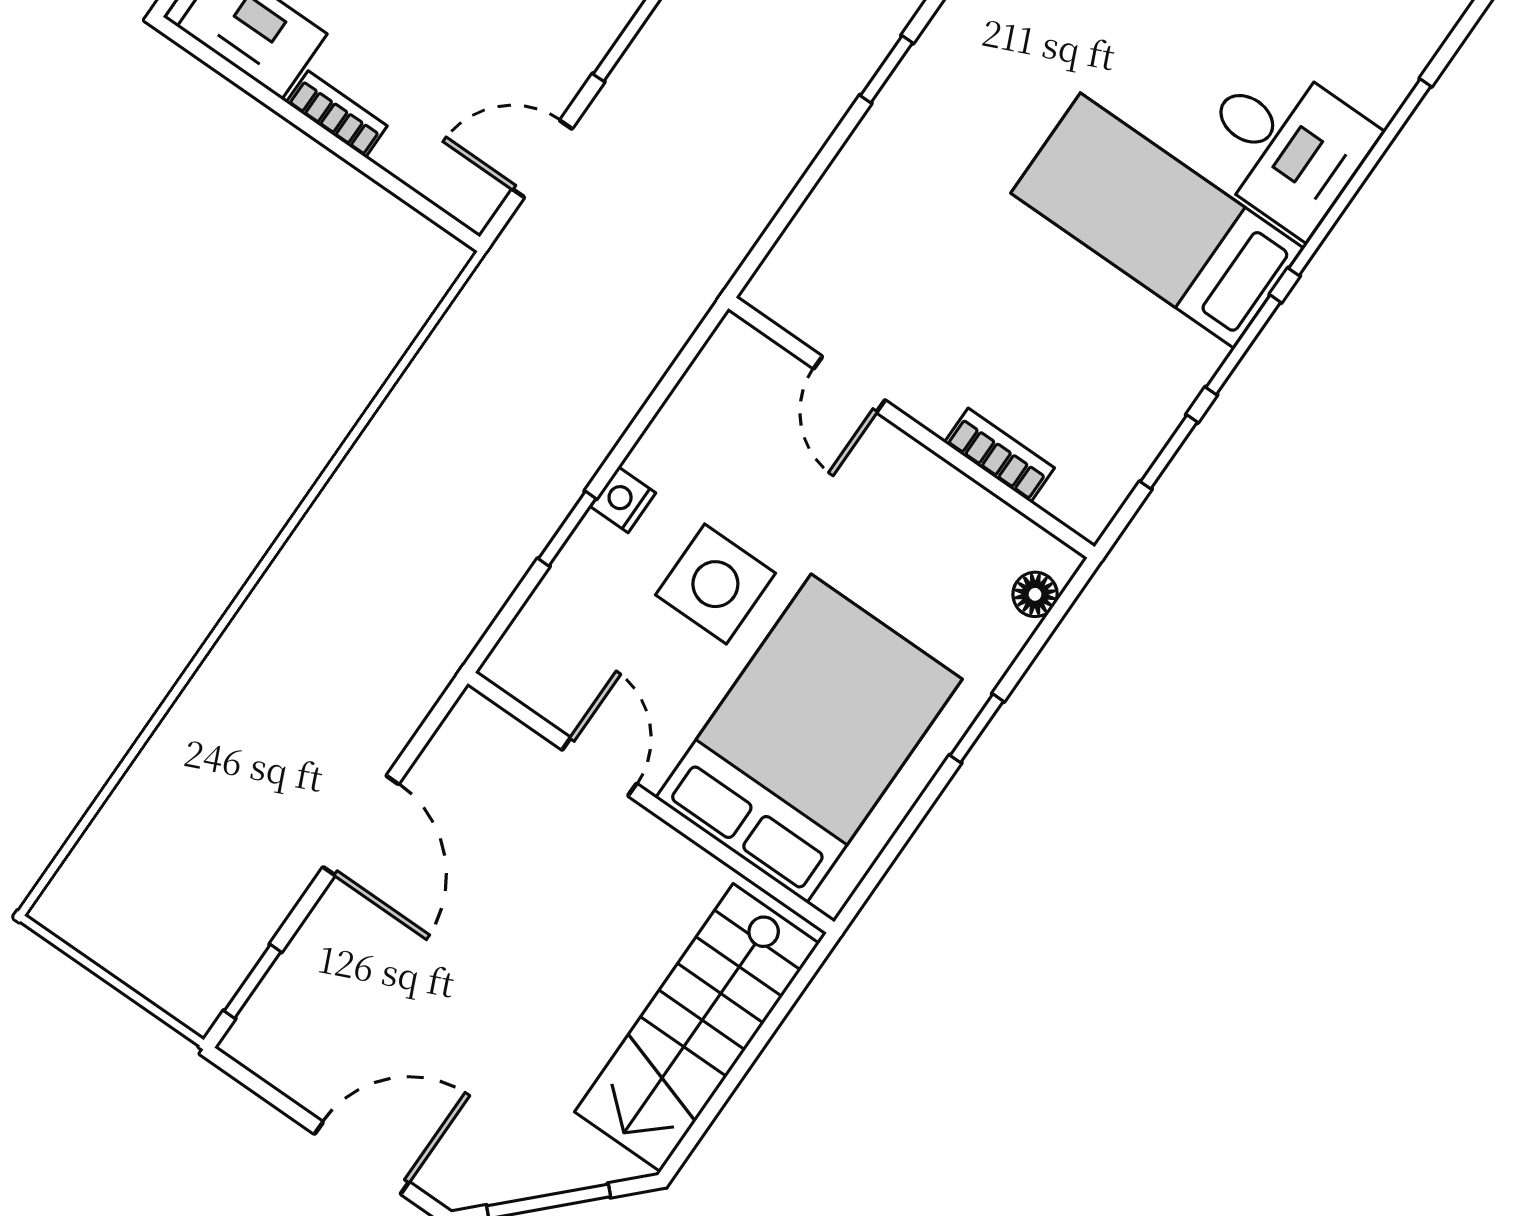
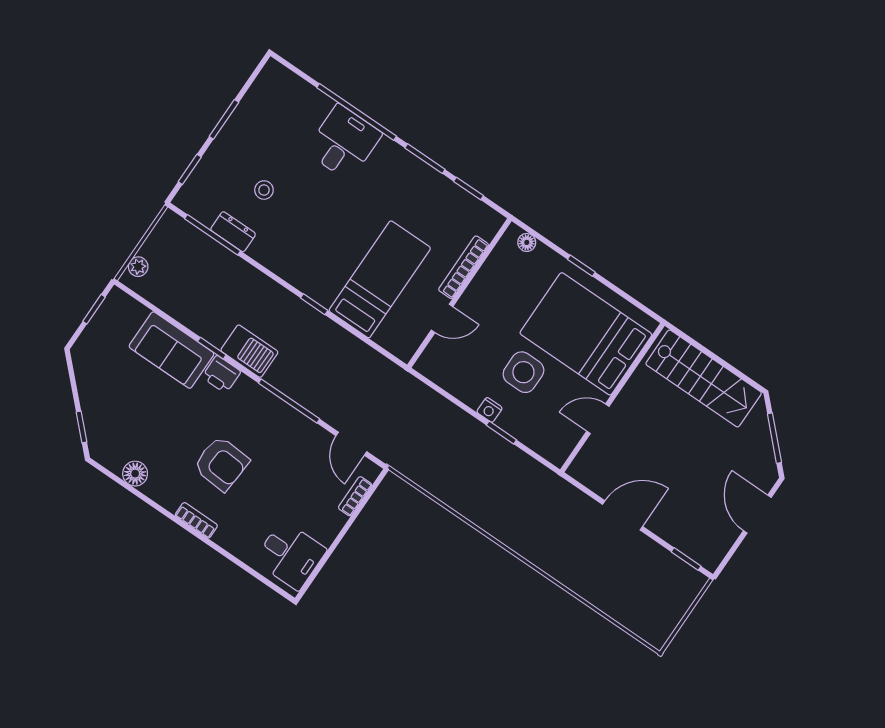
bookcase: (337, 114) -> (355, 496), moved
bed: (1157, 220) -> (380, 279), moved, turned 180
bookcase: (999, 455) -> (464, 267), width x1.56

